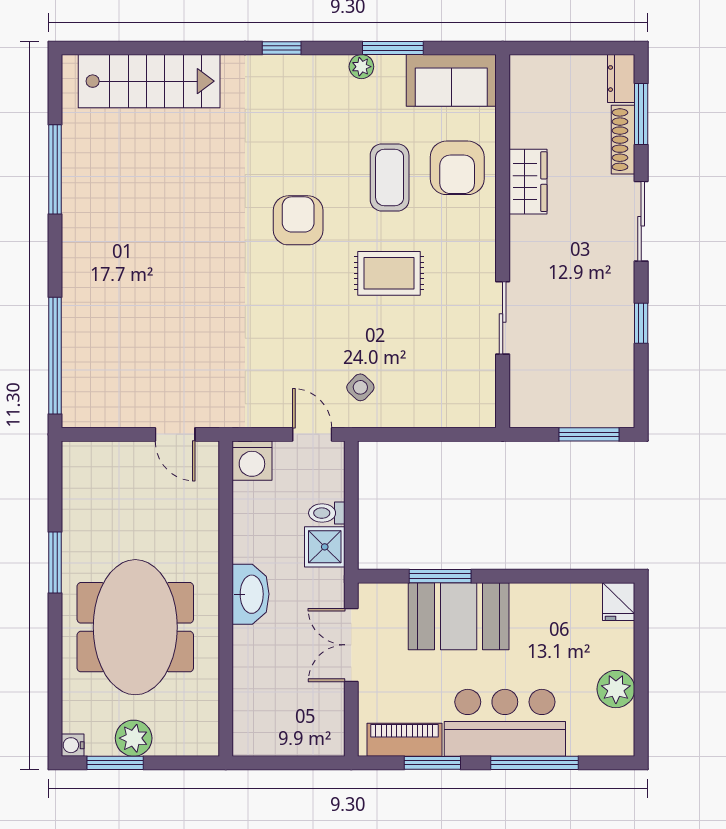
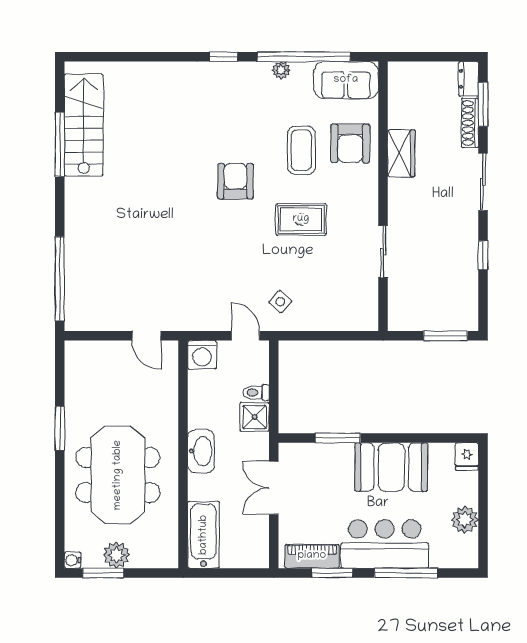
window: (393, 48) -> (304, 57), width x2.11
stairs: (149, 81) -> (84, 125), moved, turned -90
booth: (459, 616) -> (391, 467), moved
bathtub: (254, 710) -> (204, 535), added

